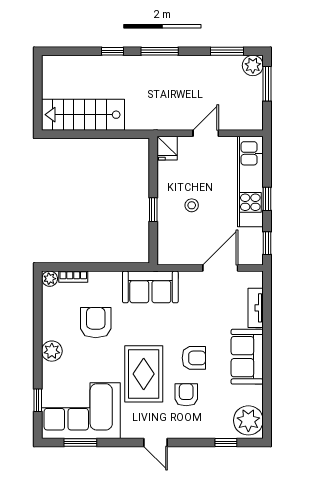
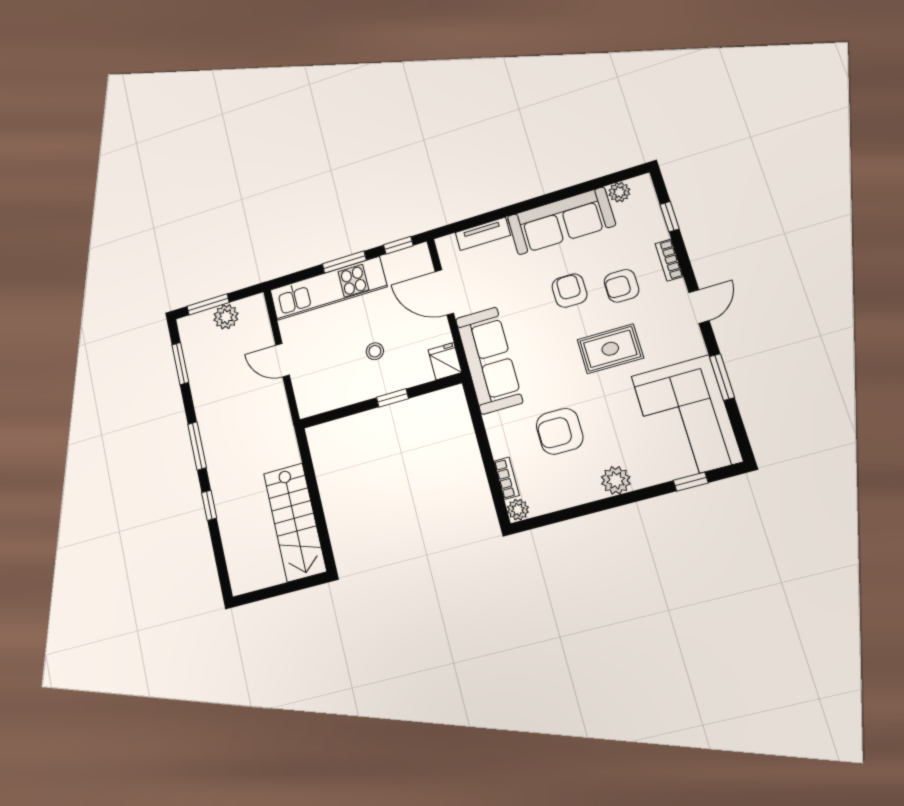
plant: (253, 65) -> (226, 317), moved
fridge: (167, 148) -> (445, 361), moved, turned -90
window: (267, 199) -> (344, 262), width x1.50
sofa: (150, 287) -> (489, 360), width x1.36
sofa: (247, 357) -> (561, 221), width x1.36
rug: (144, 374) -> (610, 349), width x0.73, depth x0.70
plant: (248, 420) -> (619, 192), width x0.53, depth x0.53
bookcase: (195, 433) -> (669, 260), added
window: (80, 442) -> (722, 377), moved

